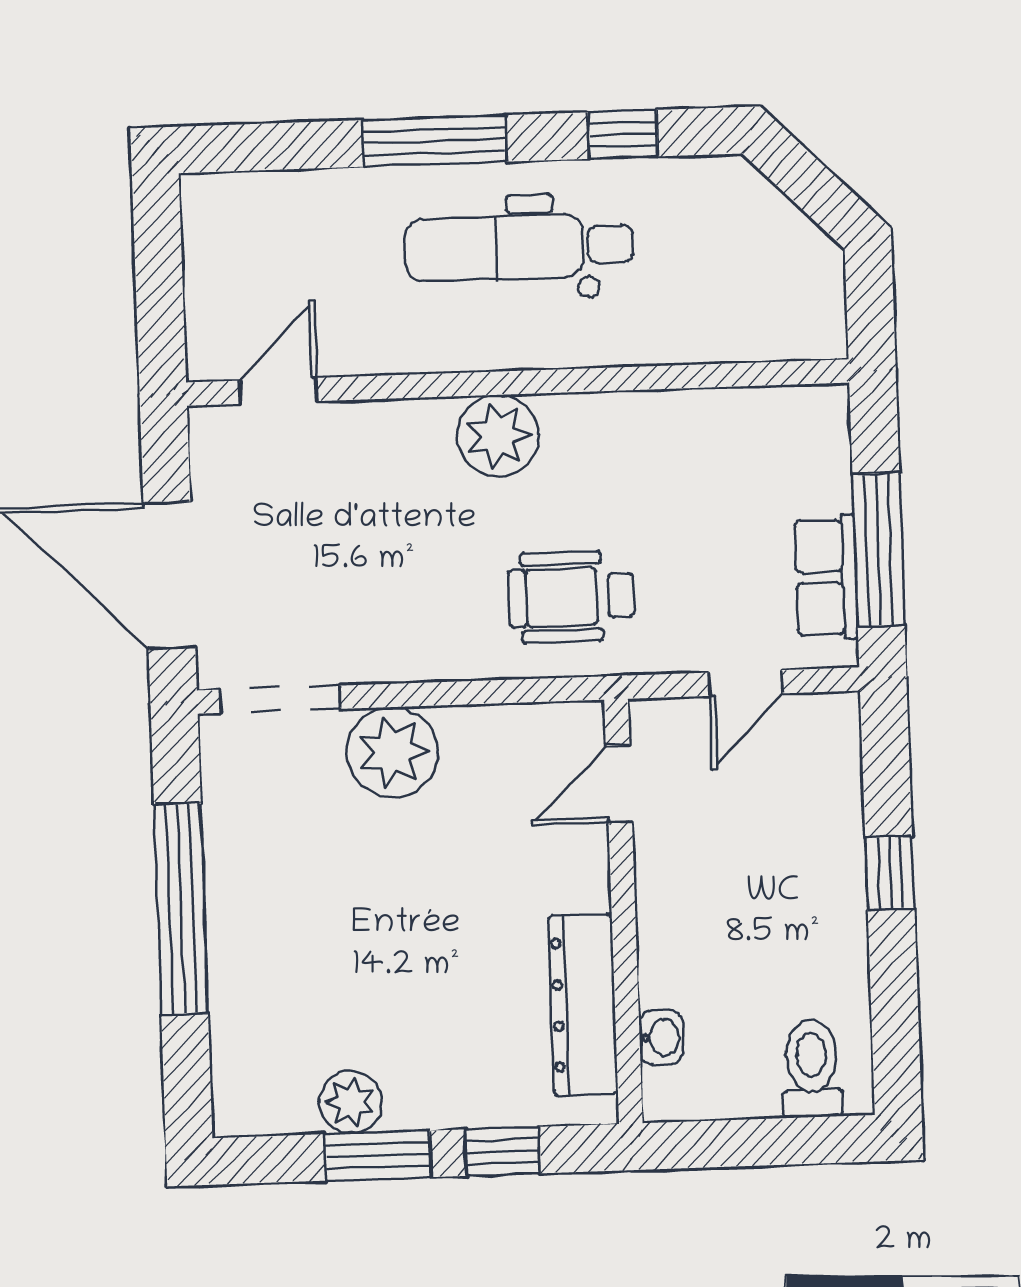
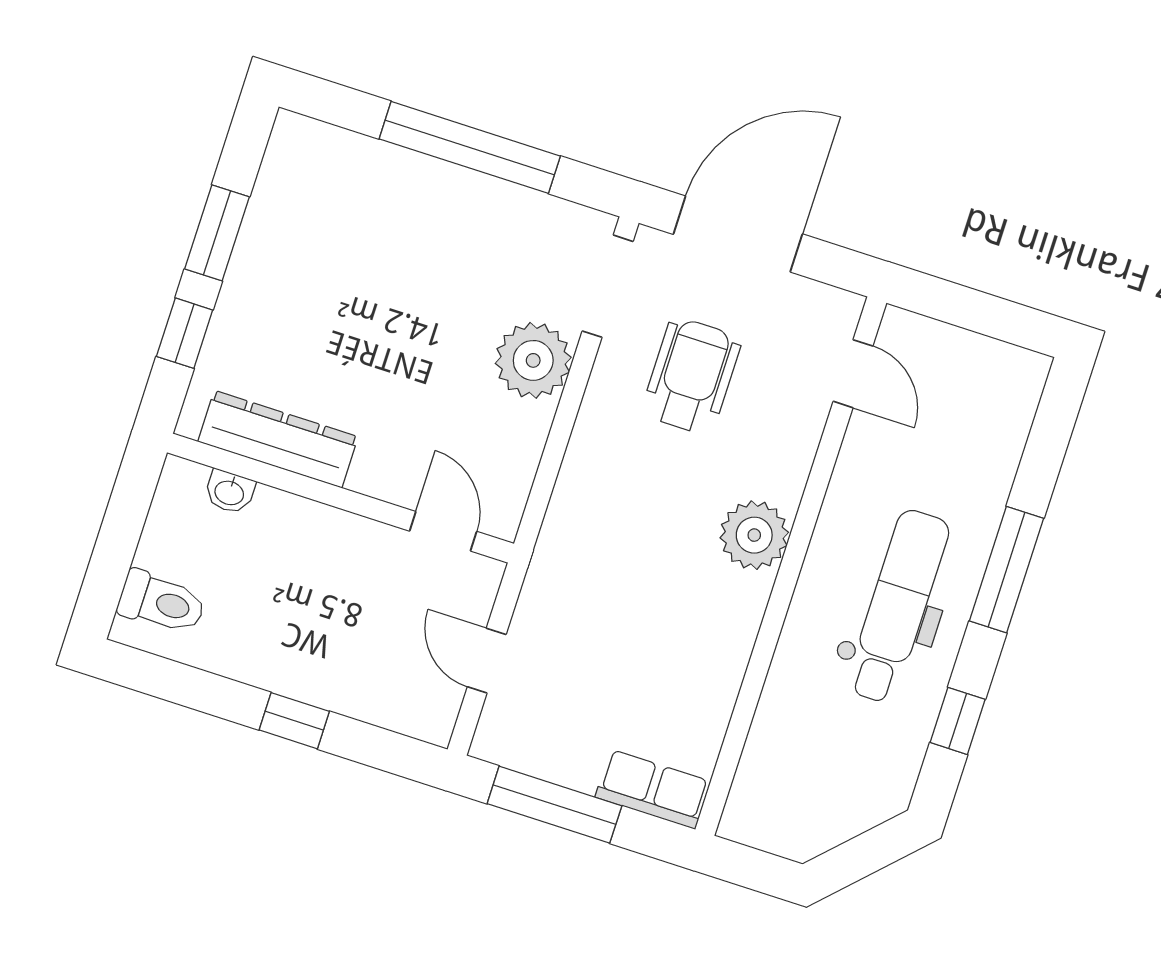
row of seats: (826, 577) -> (653, 789), moved
wheelchair: (571, 597) -> (691, 376), moved
plant: (351, 1102) -> (267, 227), removed

